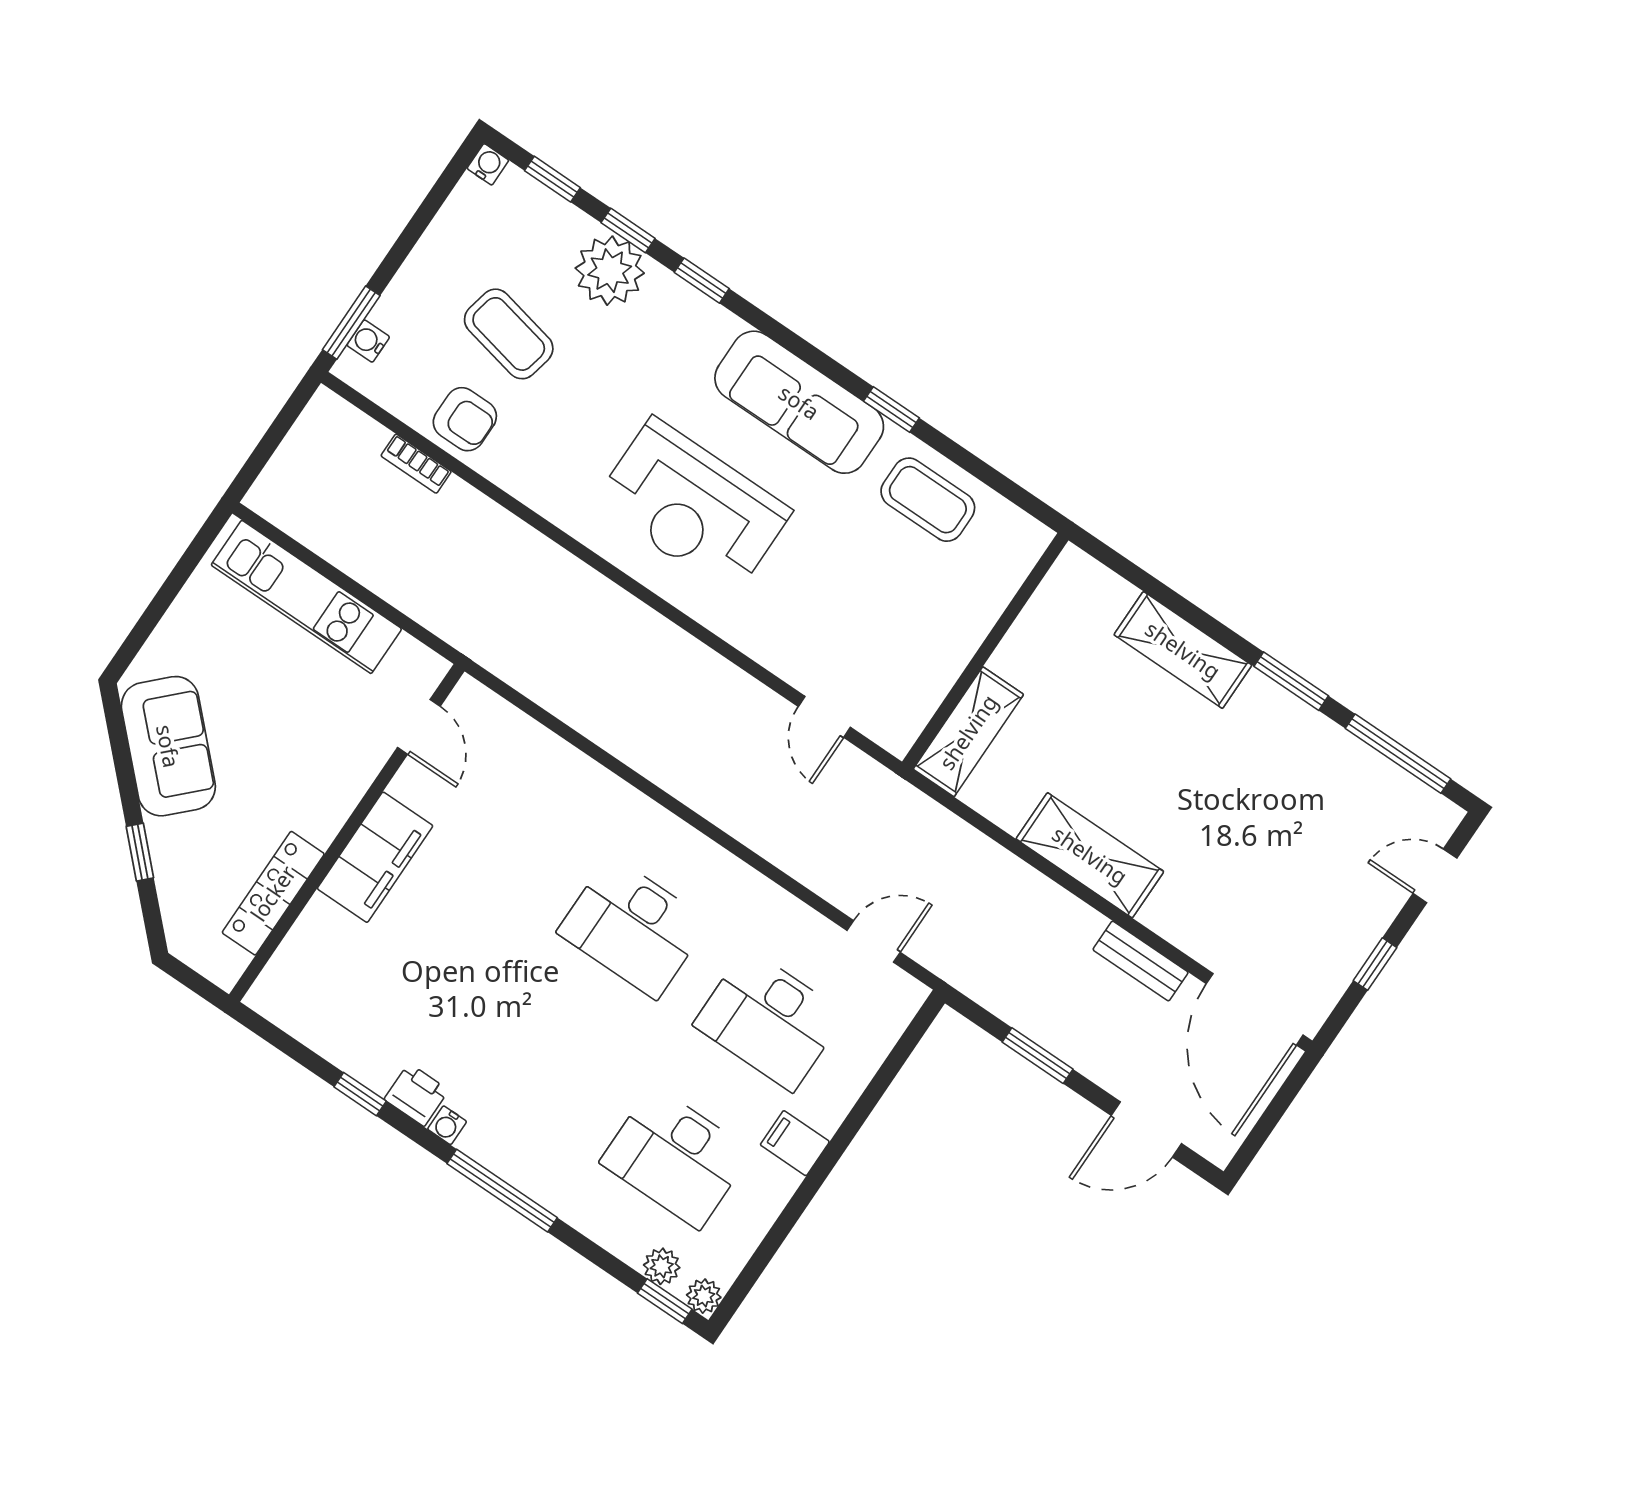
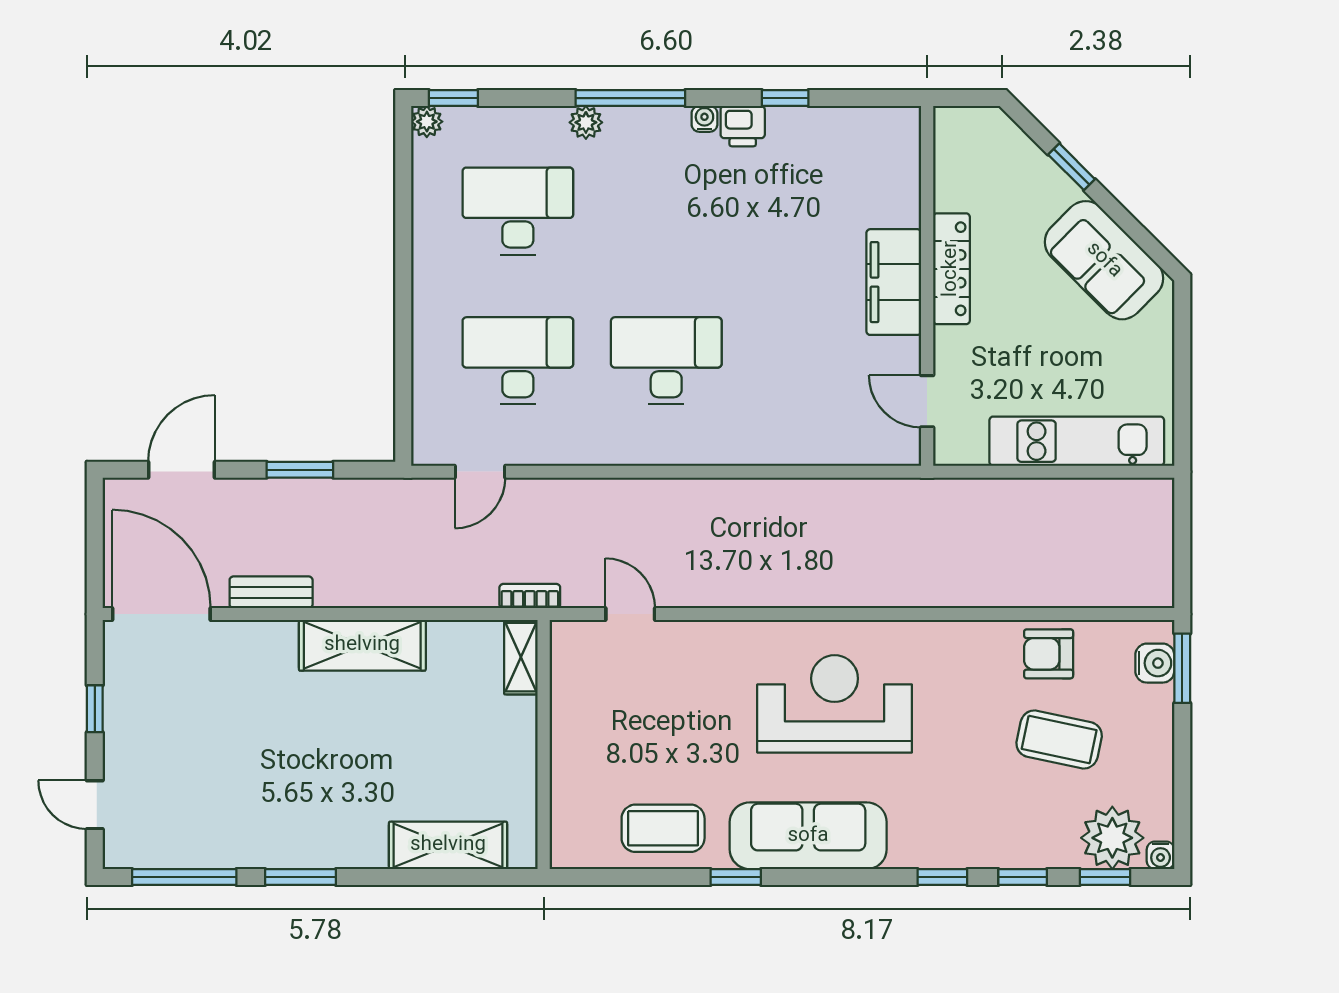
plant: (610, 271) -> (1112, 838), moved
water cooler: (368, 341) -> (1155, 663), width x1.38, depth x1.38
bookcase: (416, 464) -> (530, 596), moved
shelving: (1183, 650) -> (448, 845), moved
shelving: (968, 732) -> (521, 657), width x0.67, depth x0.75
door: (1435, 876) -> (95, 805), swing flipped
locker: (273, 893) -> (951, 269), moved
filing cabinet: (795, 1143) -> (436, 282), removed
plant: (662, 1266) -> (586, 122), moved

